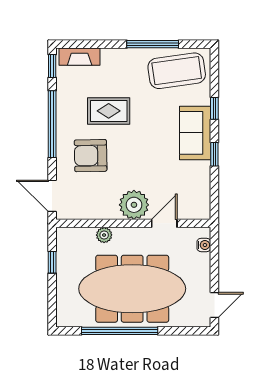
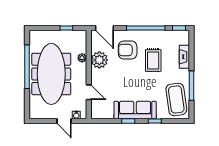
fireplace: (80, 57) -> (184, 57), moved
sofa: (195, 133) -> (135, 110), width x1.36
armchair: (91, 156) -> (128, 50), turned -89
door: (52, 196) -> (105, 28), swing flipped
plant: (134, 205) -> (99, 60), moved
door: (214, 305) -> (64, 121), moved

